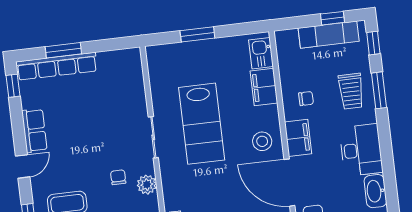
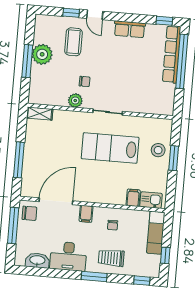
exam couch: (329, 35) -> (156, 233), moved
window: (63, 50) -> (182, 61), width x2.11
filing cabinet: (264, 87) -> (133, 198), width x0.50
window: (379, 90) -> (94, 276), moved
filing cabinet: (298, 138) -> (86, 214), width x0.50
stool: (262, 141) -> (158, 150), moved
door: (23, 166) -> (95, 15), moved

